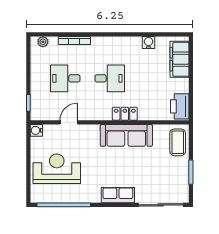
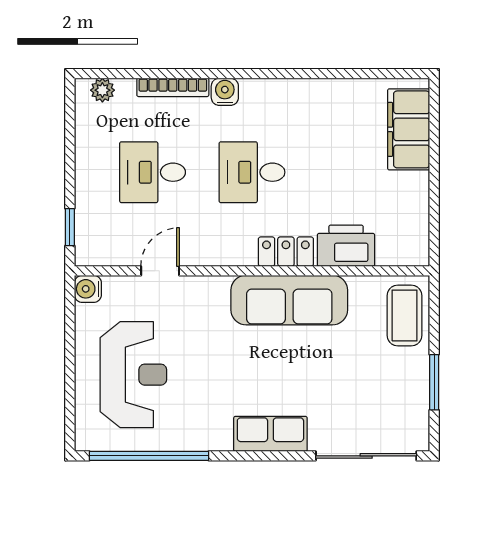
water cooler: (148, 42) -> (225, 92), moved
desk: (110, 78) -> (252, 172), turned 180
printer: (180, 106) -> (346, 246), moved, turned 90
reception desk: (57, 169) -> (133, 375), turned 90

